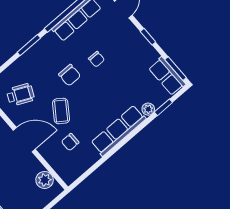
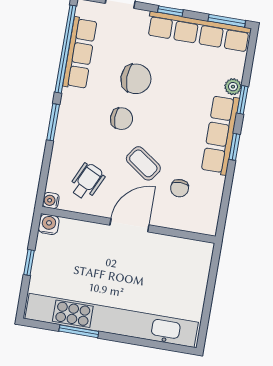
chair: (96, 59) -> (136, 79), width x1.87, depth x1.87
row of seats: (167, 76) -> (199, 32), width x2.02
window: (163, 107) -> (243, 100), moved
window: (121, 144) -> (234, 147), added
plant: (45, 180) -> (185, 250), removed

